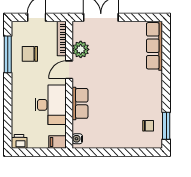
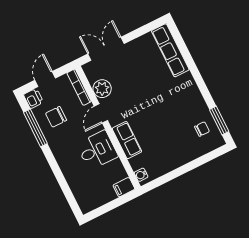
desk: (51, 105) -> (97, 150), width x0.73
printer: (19, 141) -> (33, 98), moved, turned 90

